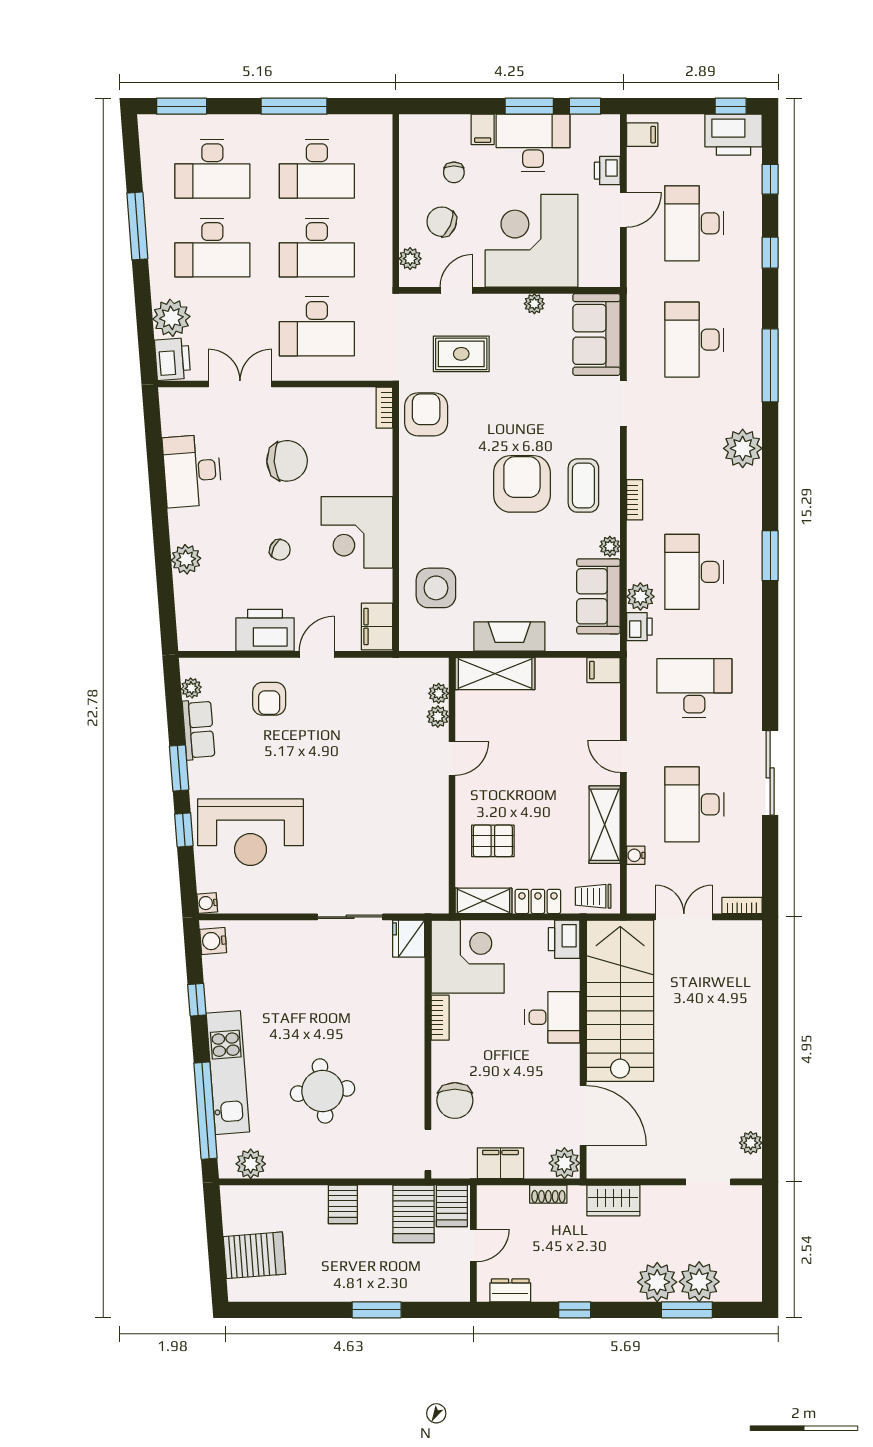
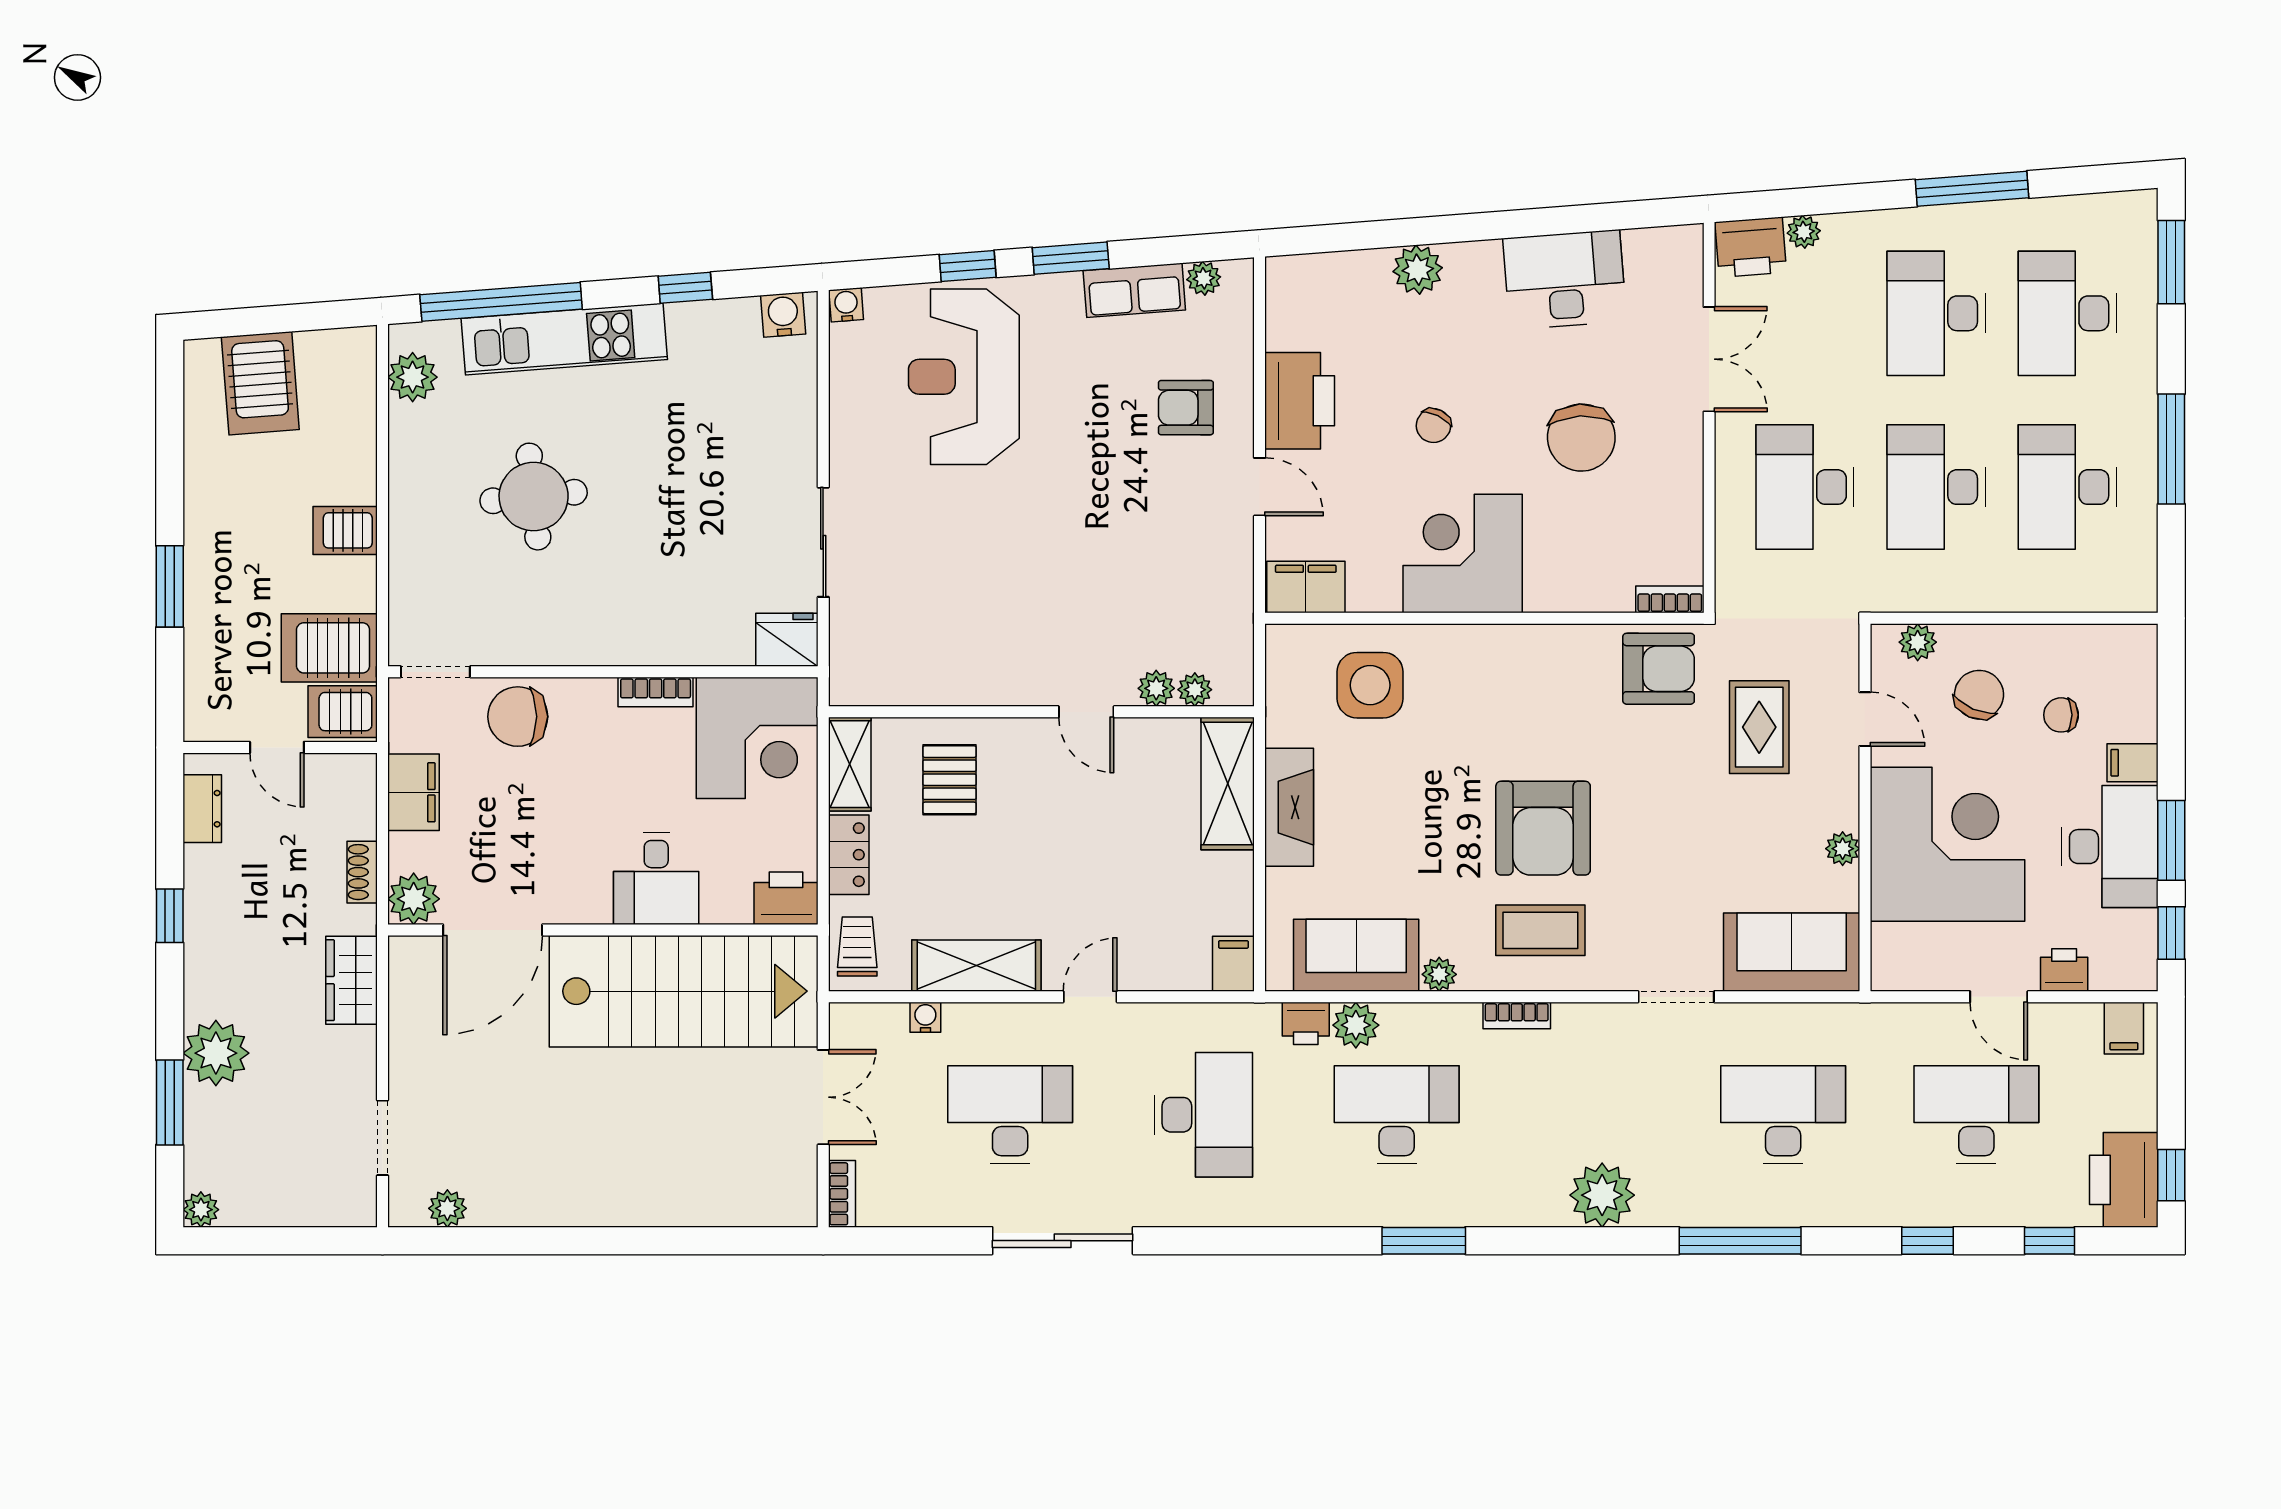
plant: (171, 318) -> (1804, 232), width x0.53, depth x0.53
armchair: (522, 484) -> (1543, 828), turned 90
plant: (699, 1282) -> (201, 1210), moved, width x0.53, depth x0.53

